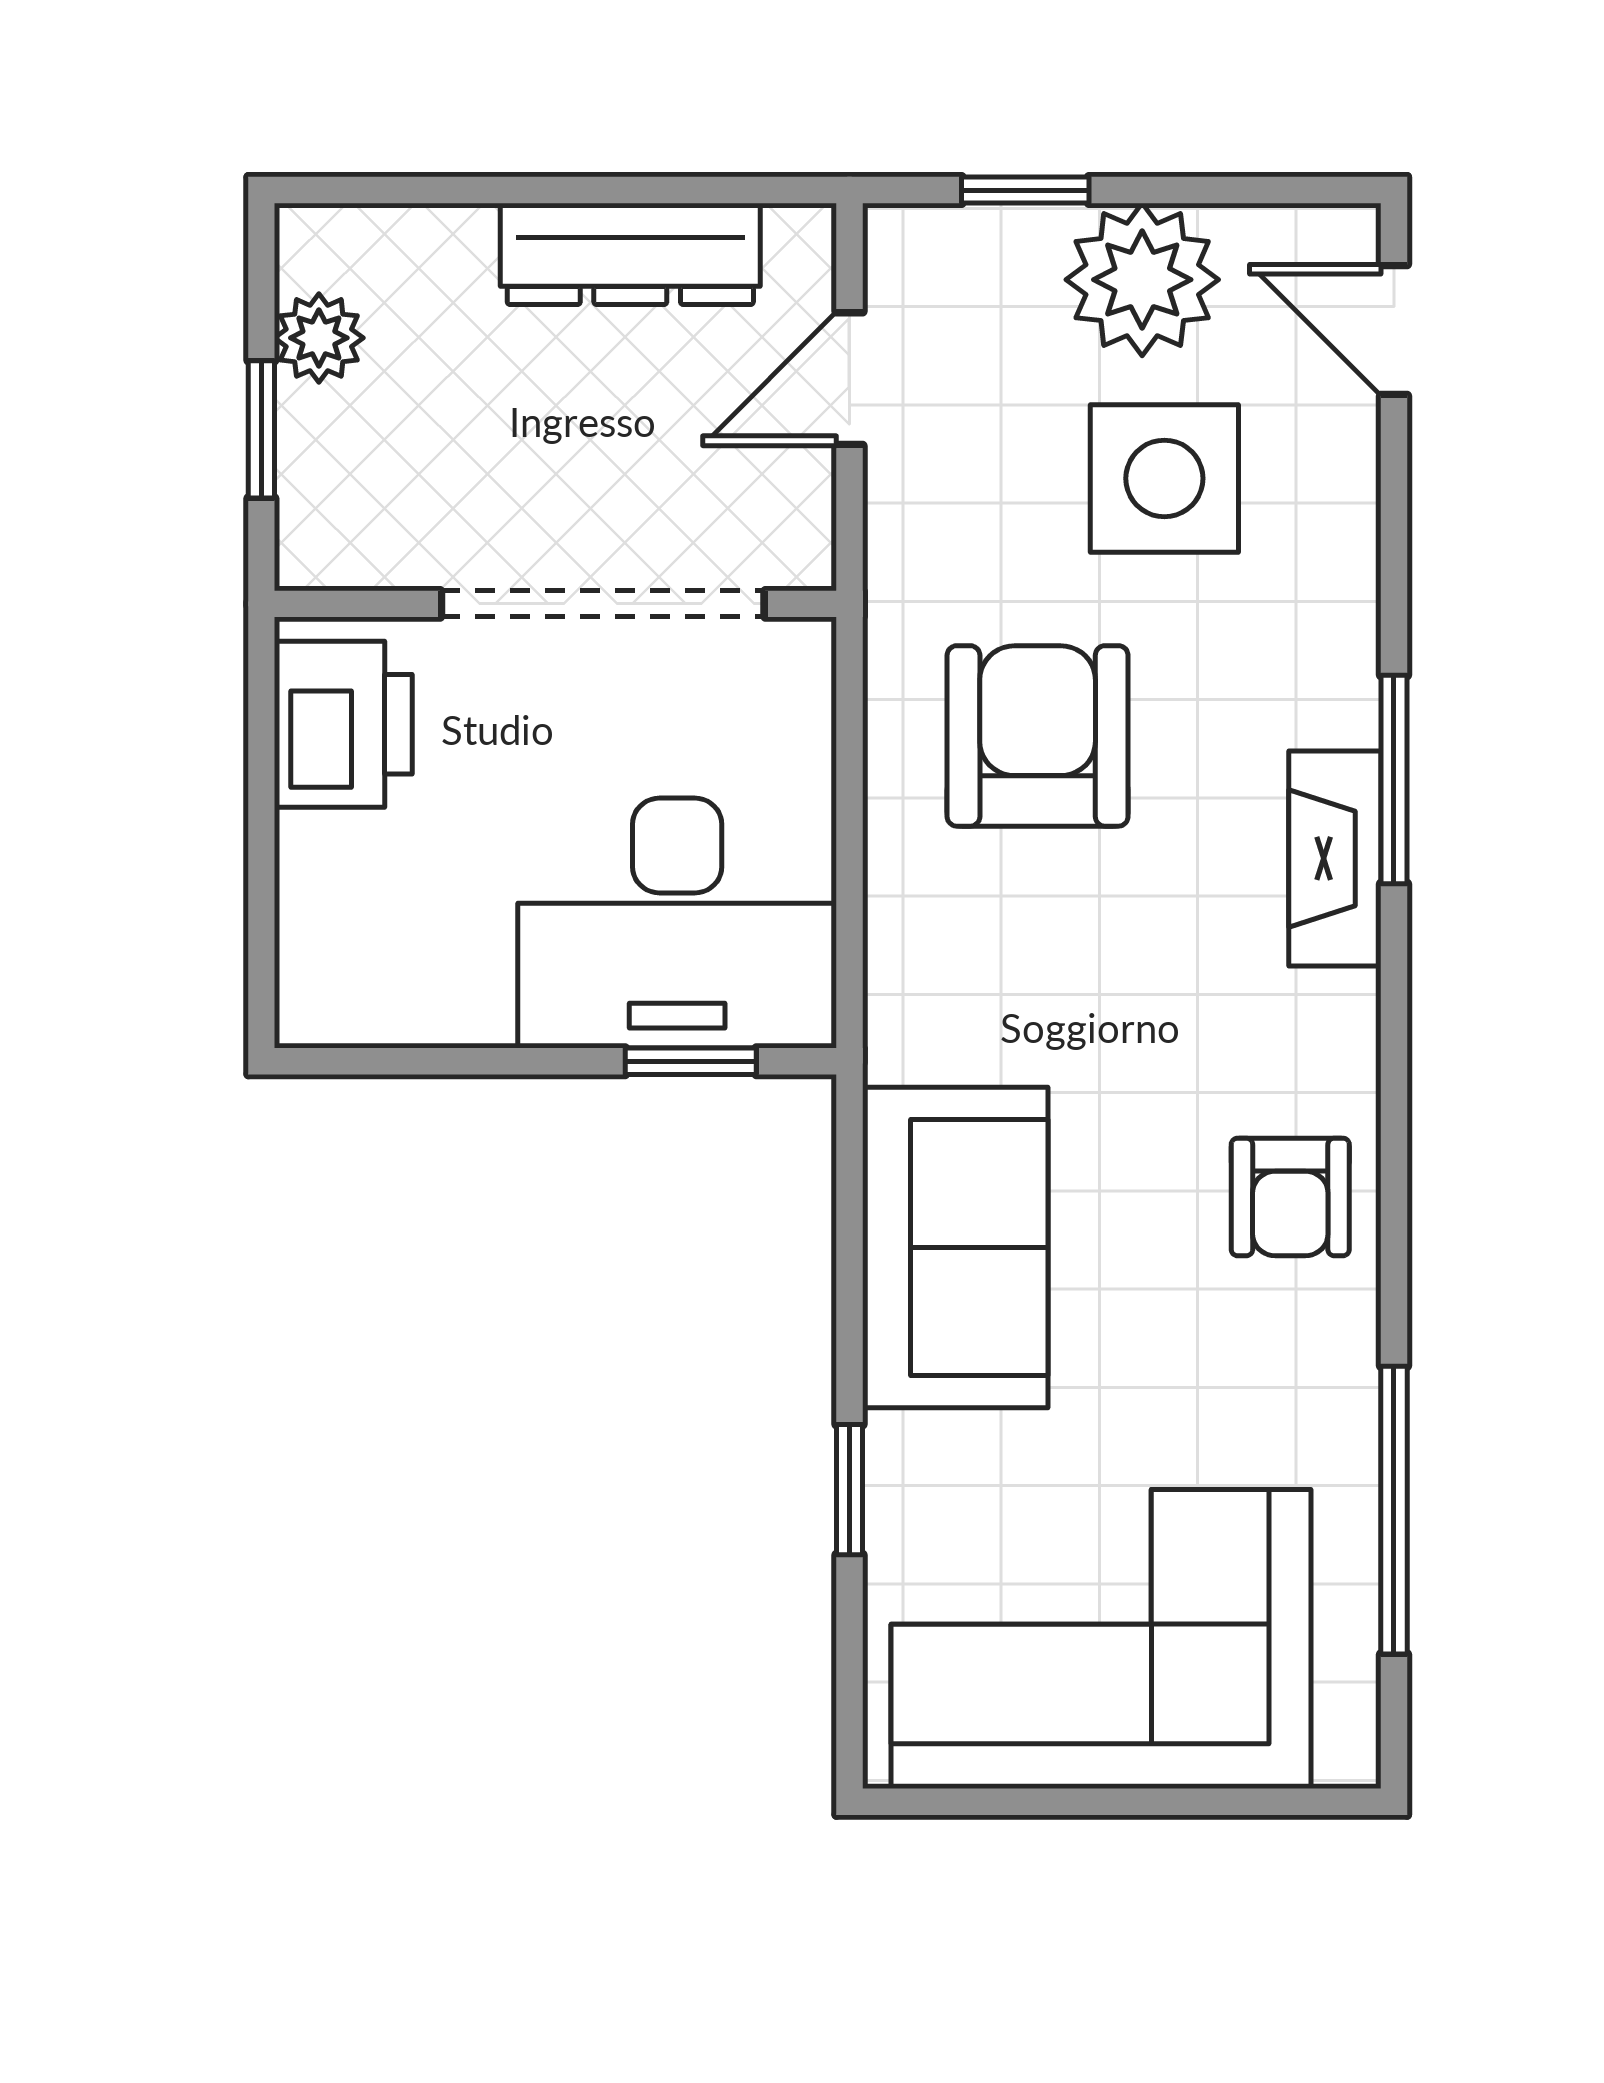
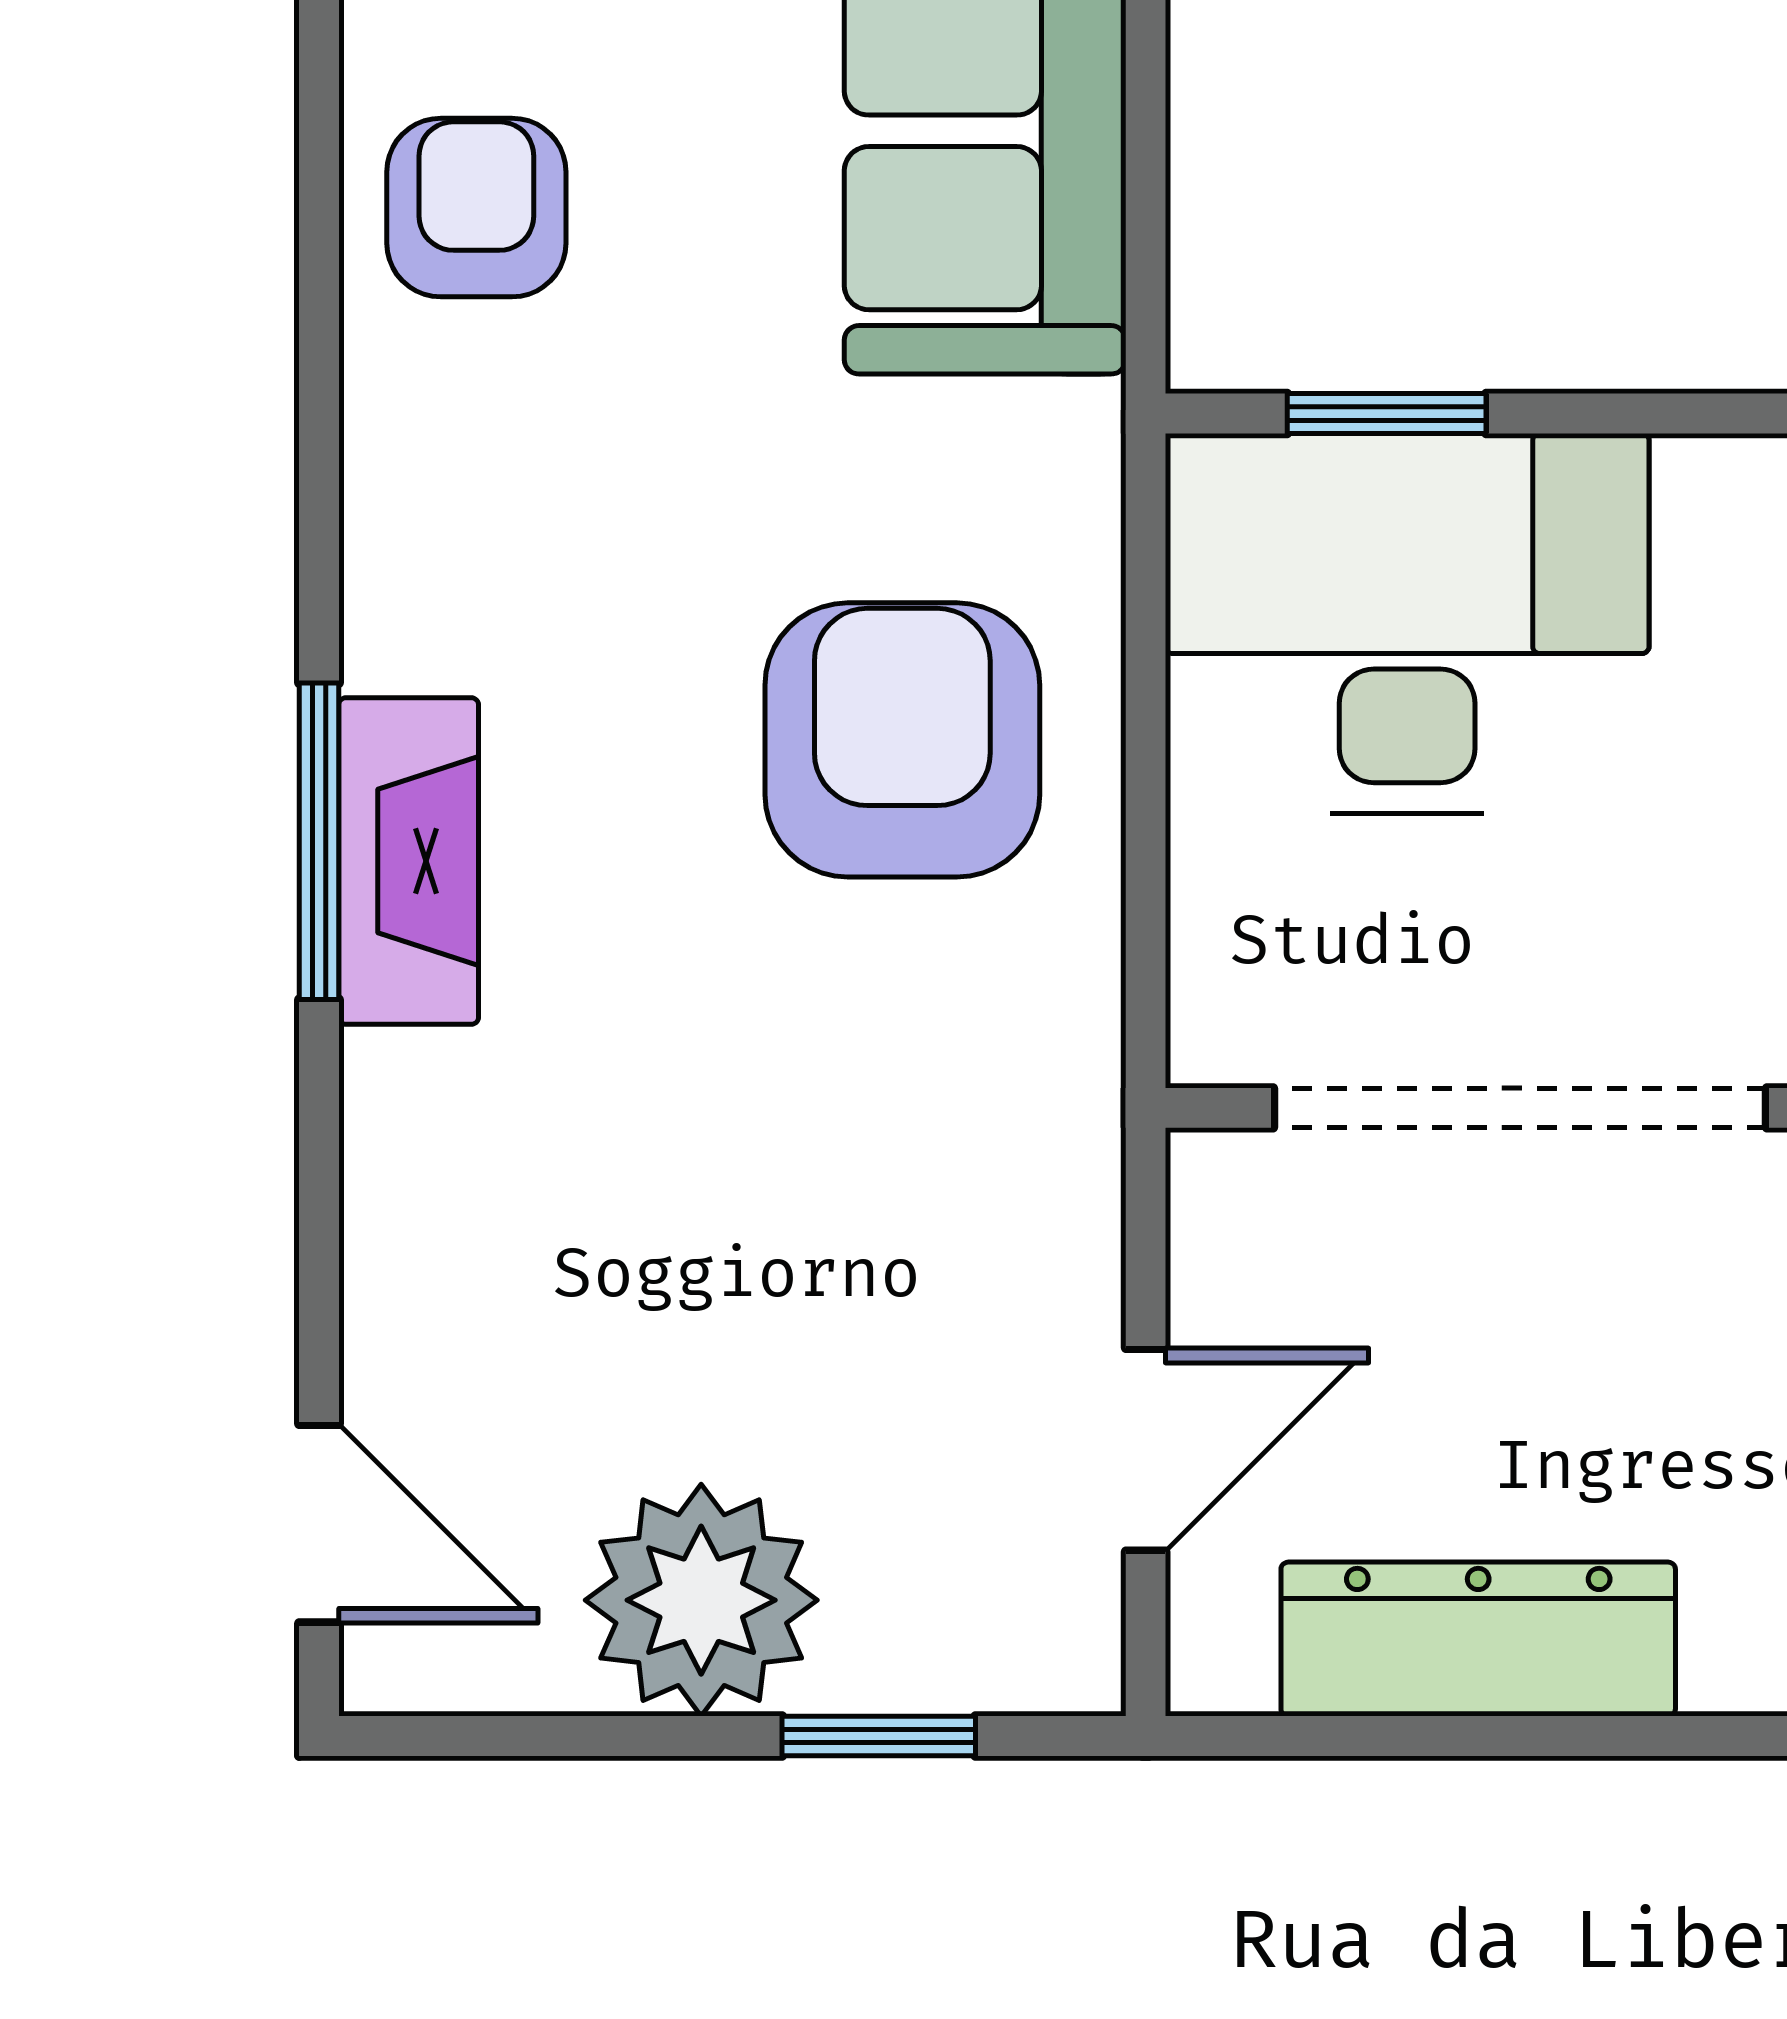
side table: (1164, 478) -> (668, 1298), removed
armchair: (1038, 736) -> (902, 740), moved, turned 180
fireplace: (1335, 858) -> (409, 861), moved

